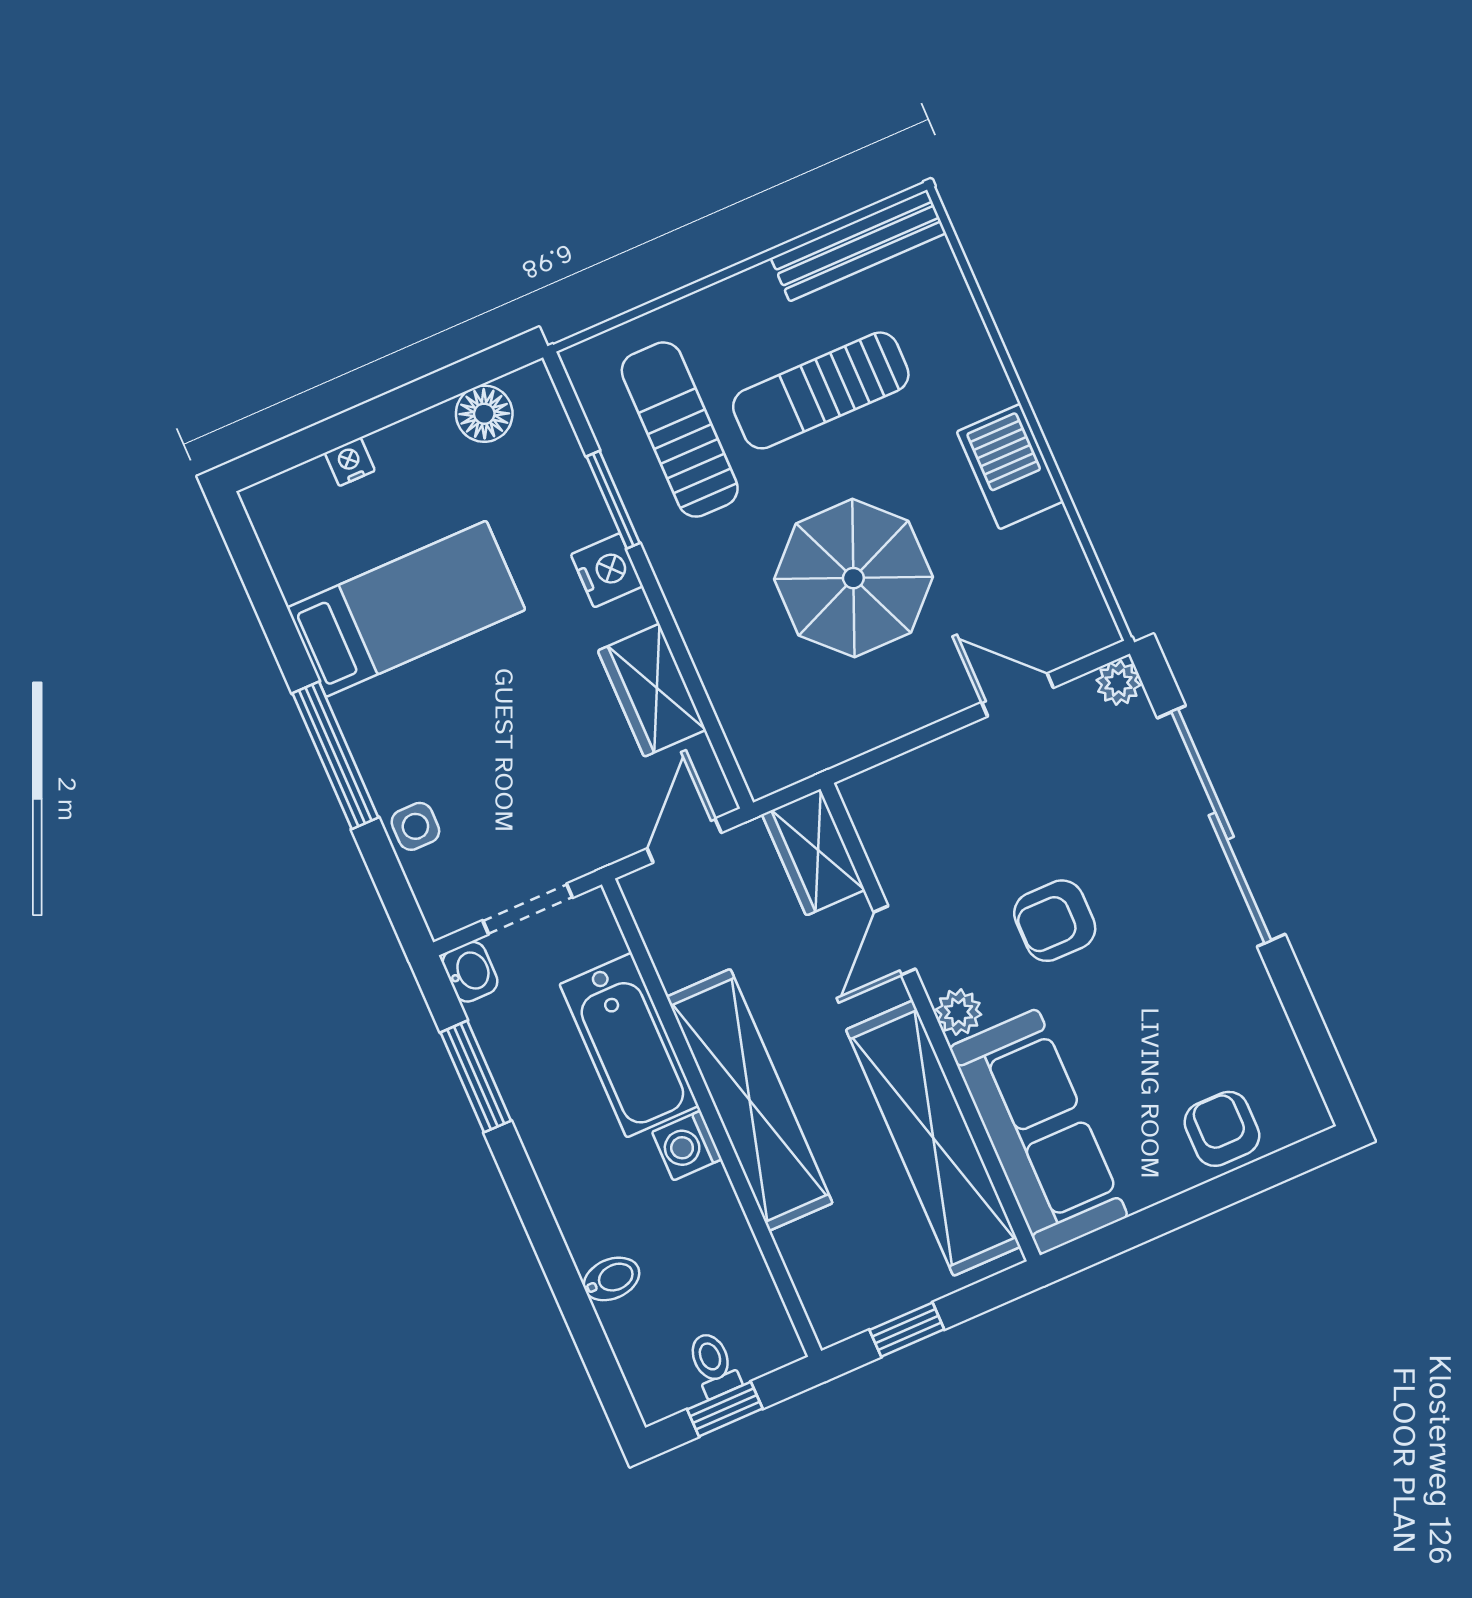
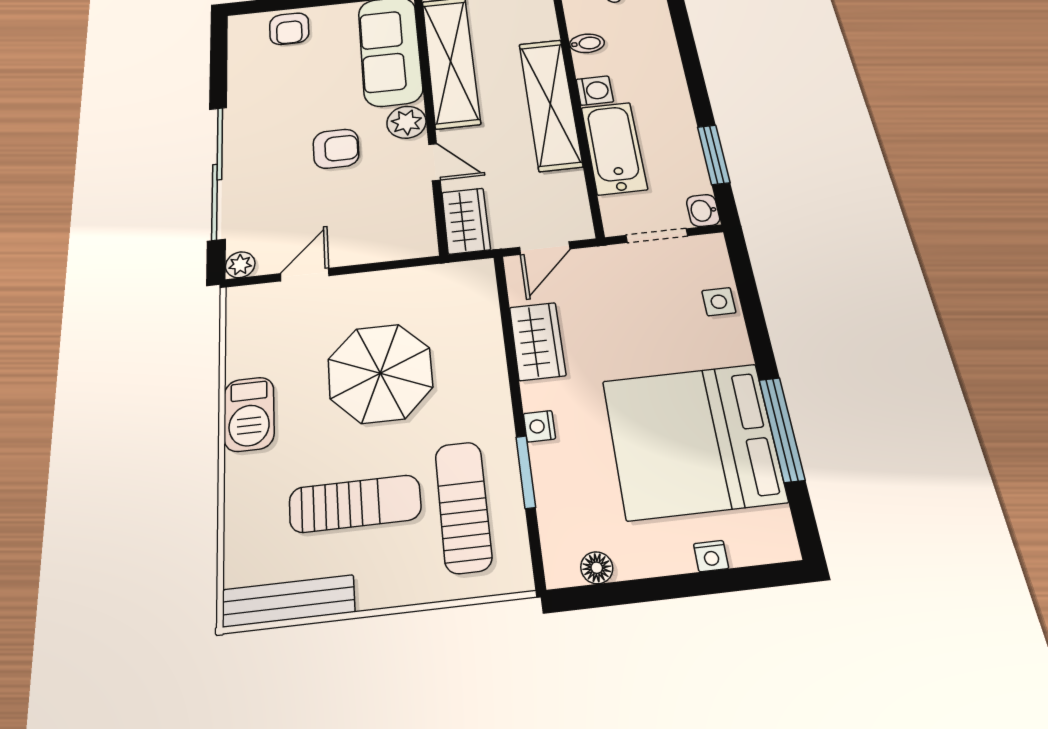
floor lamp: (484, 414) -> (597, 568), width x0.73, depth x0.73
sun lounger: (680, 430) -> (463, 506), turned 180
nightstand: (607, 570) -> (539, 426), width x0.72, depth x0.74
bed: (406, 609) -> (693, 440), width x2.04
door: (1018, 695) -> (305, 275), swing flipped
window: (335, 755) -> (782, 429), moved
door: (895, 941) -> (434, 162), hinge flipped
plant: (959, 1012) -> (406, 122), width x1.38, depth x1.38
bidet: (612, 1279) -> (587, 43), moved, turned 180

